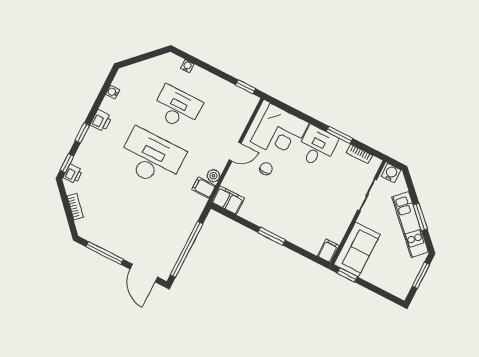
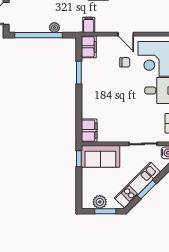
plant: (213, 176) -> (54, 28), moved
window: (271, 236) -> (79, 73), moved
filing cabinet: (328, 251) -> (89, 131), width x2.00
plant: (407, 276) -> (100, 202), added

